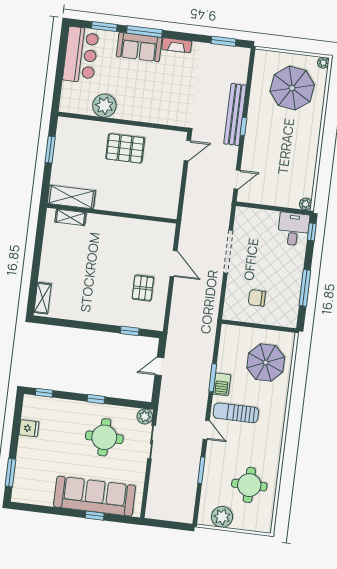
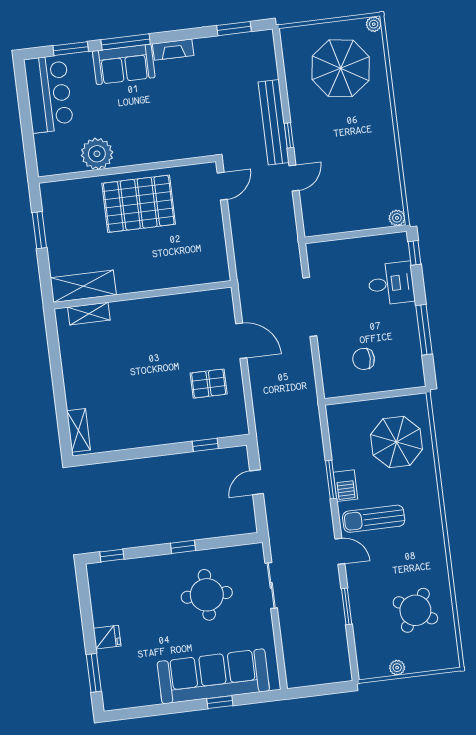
pallet: (125, 148) -> (139, 204), width x1.37, depth x1.41
door: (237, 179) -> (294, 178), moved
desk: (293, 229) -> (391, 283), moved, turned 90
pallet: (143, 288) -> (209, 384), turned 90
plant: (145, 417) -> (254, 554), removed
fridge: (29, 428) -> (107, 637), moved
round table: (249, 485) -> (415, 610), turned 33
plant: (222, 517) -> (397, 668), width x0.53, depth x0.53

